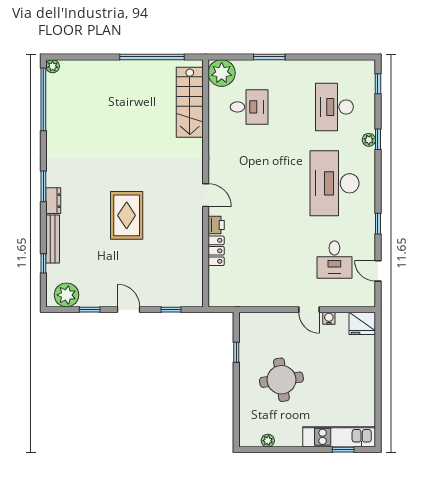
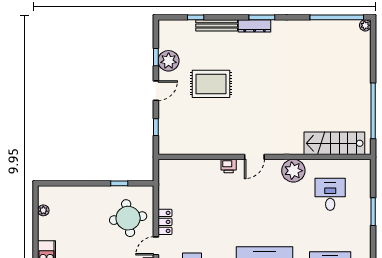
plant: (222, 73) -> (293, 171), moved
desk: (249, 107) -> (330, 194), turned 180
dresser: (53, 201) -> (255, 26), width x1.44
rug: (127, 215) -> (211, 84), moved
locker: (216, 251) -> (165, 222), moved, turned -90
plant: (67, 295) -> (169, 61), moved
round table: (281, 380) -> (128, 218), moved

